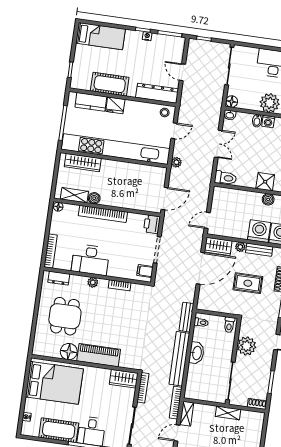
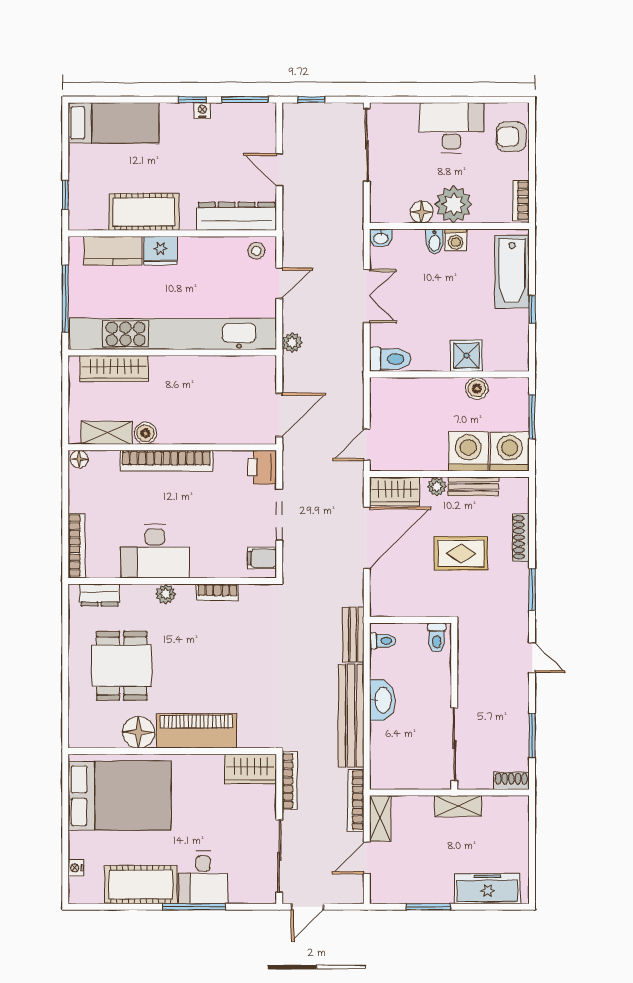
floor lamp: (232, 102) -> (422, 212), moved
plant: (246, 346) -> (475, 673), removed

